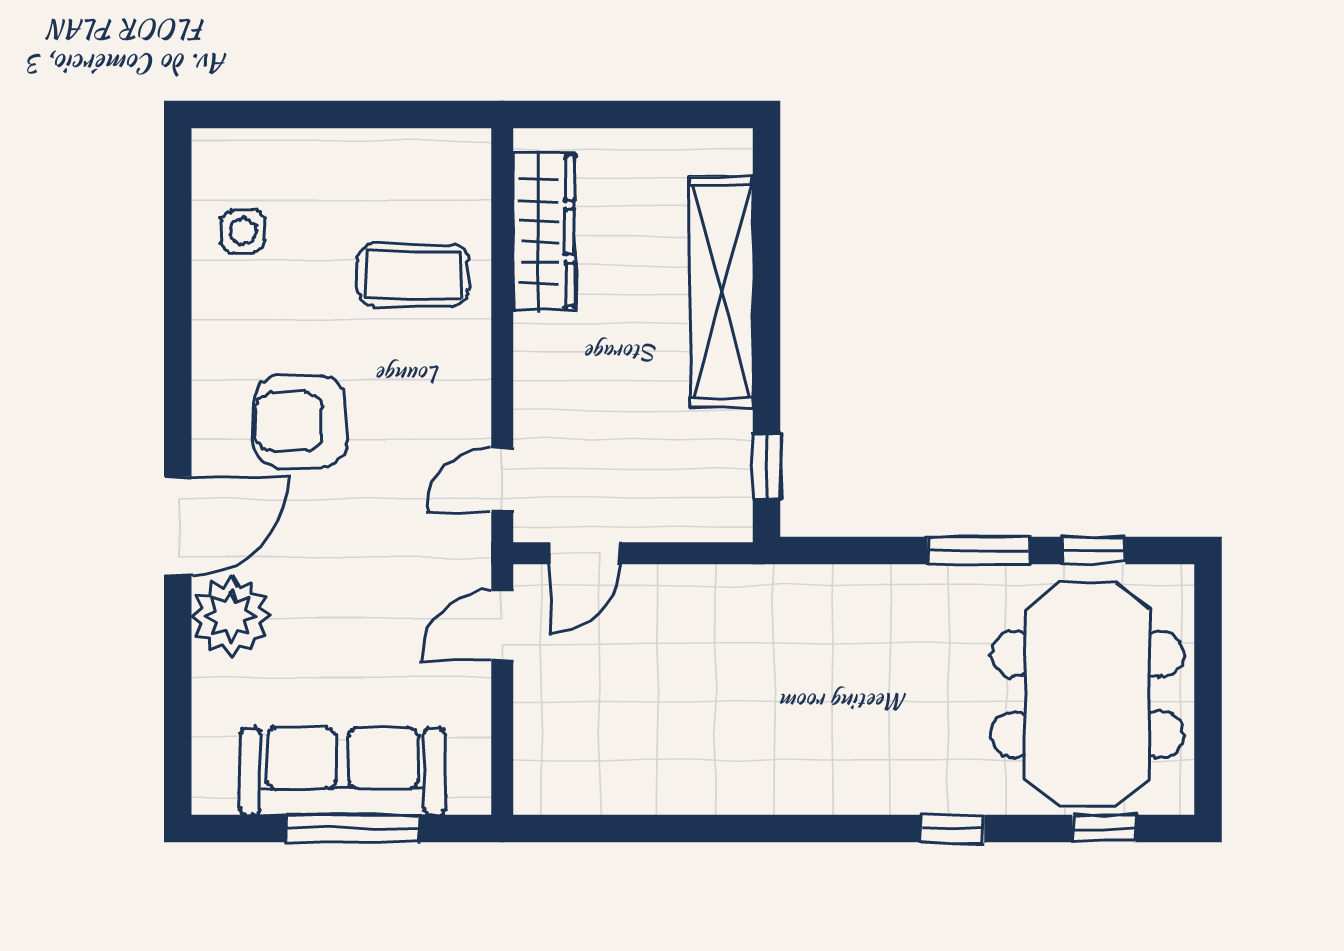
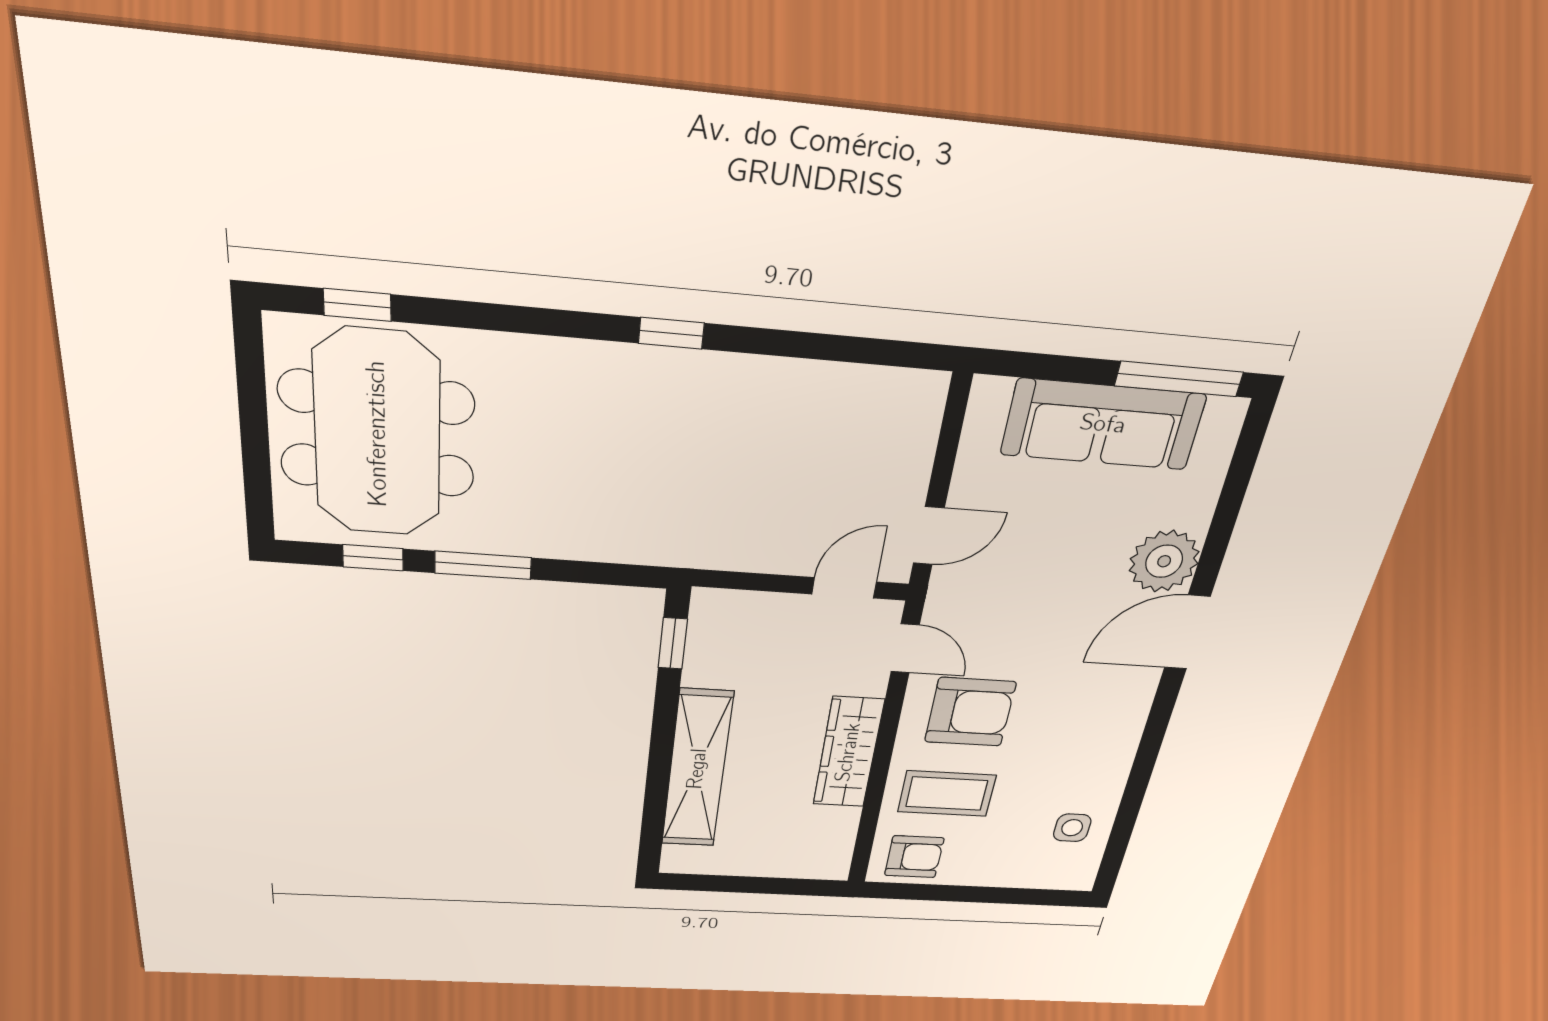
armchair: (435, 172) -> (914, 857), added
wardrobe: (544, 232) -> (848, 752), moved
armchair: (300, 422) -> (970, 712), moved
door: (502, 480) -> (905, 648), hinge flipped
window: (352, 828) -> (1179, 379), moved
window: (953, 828) -> (671, 333), moved

